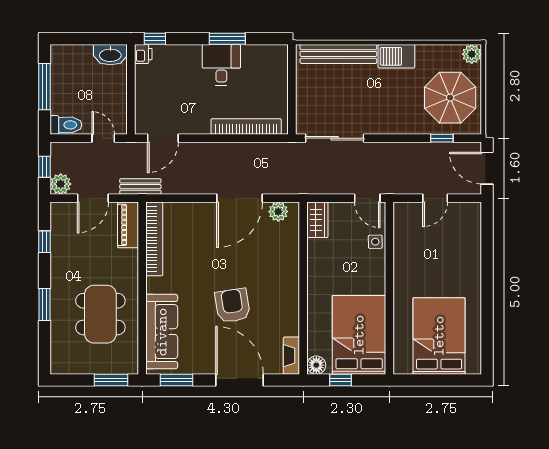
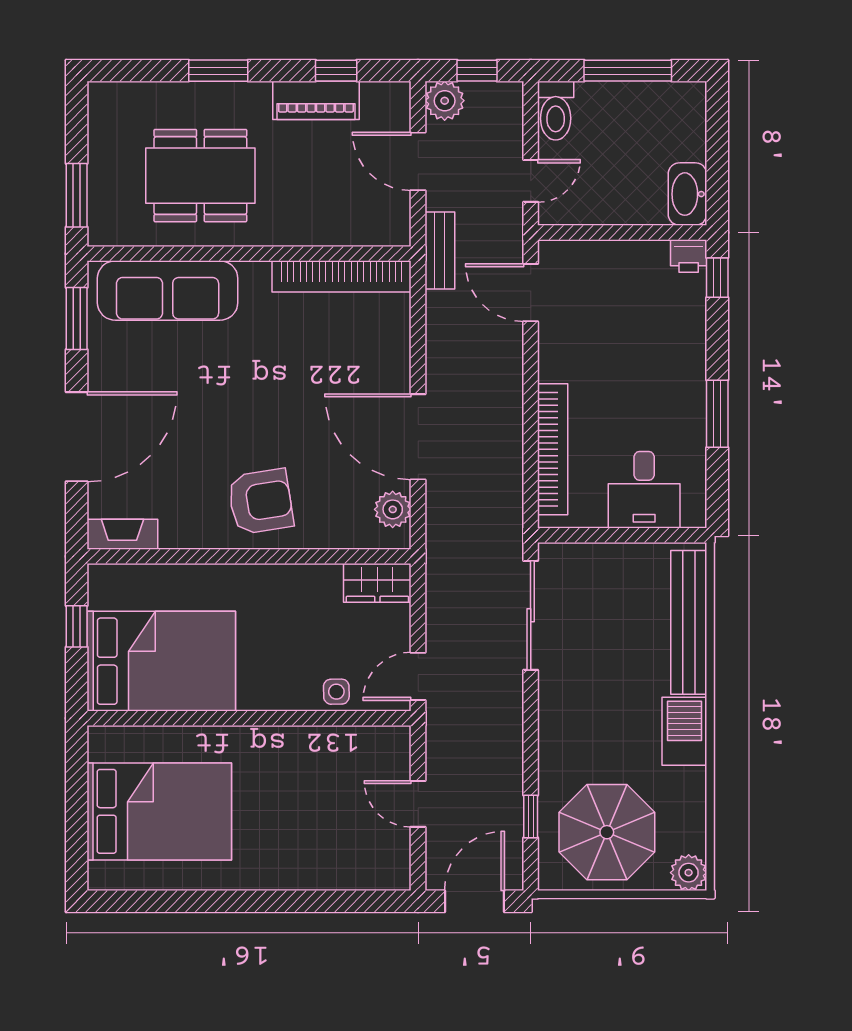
desk: (221, 65) -> (644, 490), moved, turned 90
piano: (128, 225) -> (316, 100), moved, turned 180
armchair: (232, 306) -> (261, 502), moved
floor lamp: (316, 365) -> (105, 581), removed

